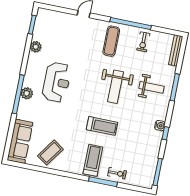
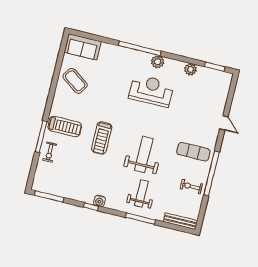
reception desk: (57, 82) -> (151, 91), turned 180
weight bench: (116, 87) -> (144, 154), turned 90
weight bench: (152, 87) -> (141, 193), turned 180
plant: (27, 93) -> (158, 62), moved
sofa: (20, 141) -> (83, 47), width x0.73

